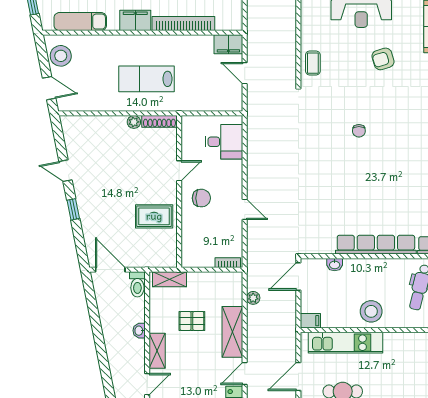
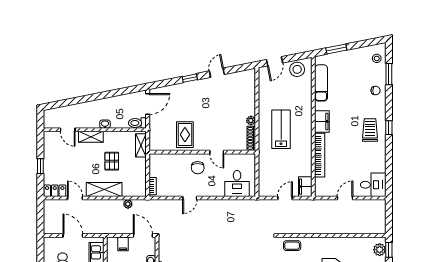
filing cabinet: (310, 321) -> (123, 244), moved

